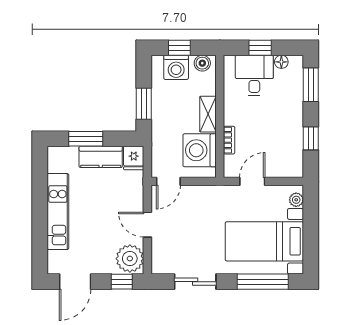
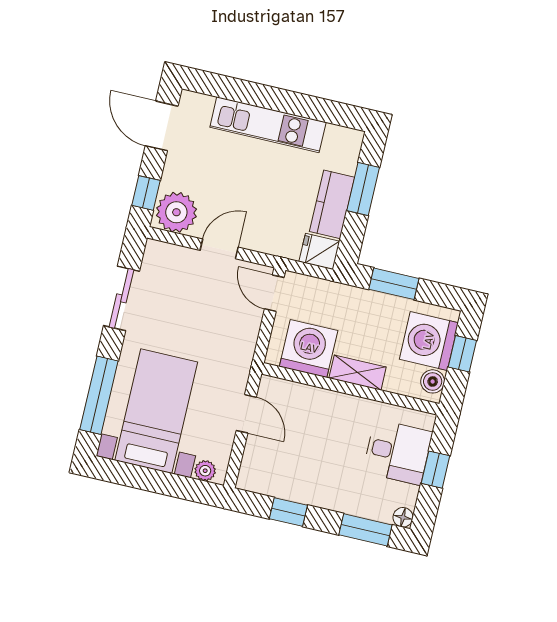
floor lamp: (281, 62) -> (403, 517), moved
washing machine: (176, 67) -> (429, 341), width x1.37, depth x1.37
bookcase: (229, 140) -> (313, 394), removed

